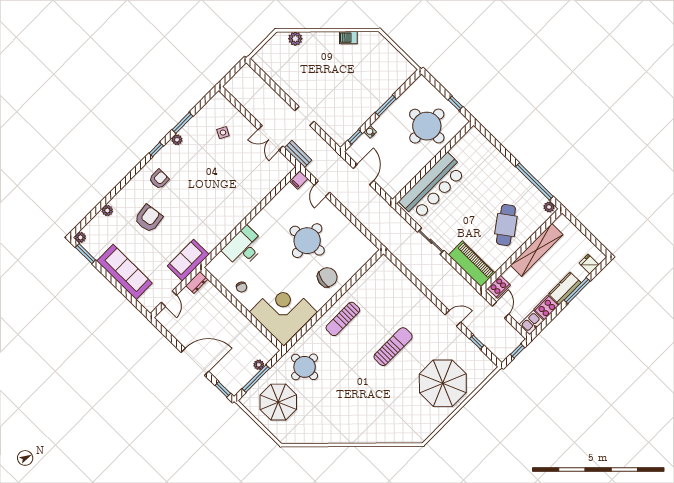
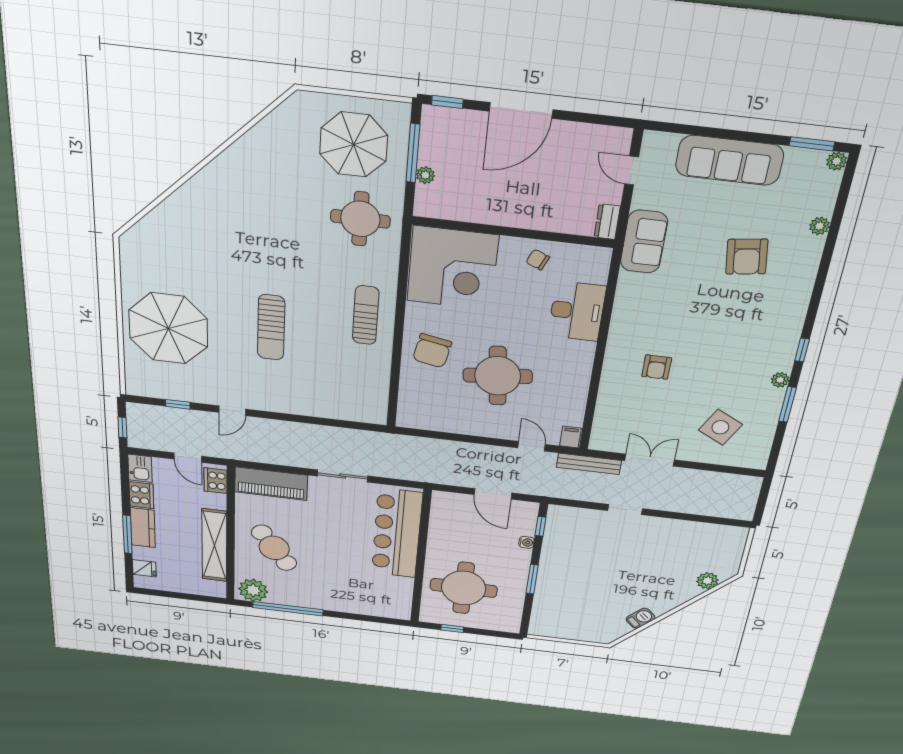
side table: (223, 133) -> (720, 427), width x1.87, depth x1.87
bench: (298, 154) -> (589, 464), width x1.36
armchair: (159, 179) -> (657, 367), moved
plant: (549, 207) -> (253, 590), width x1.87, depth x1.87

